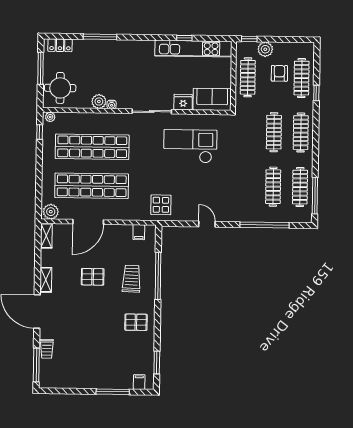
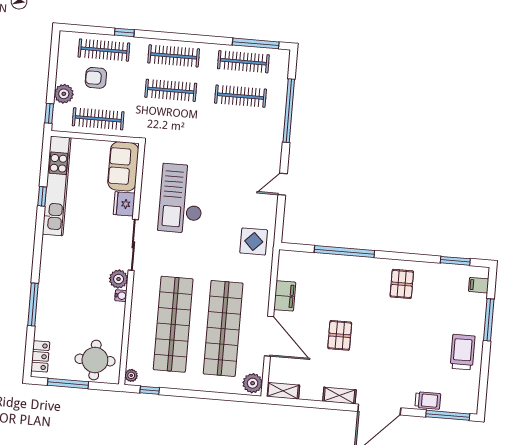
plant: (99, 102) -> (119, 279), moved
filing cabinet: (139, 232) -> (285, 296), moved, width x2.00
trolley: (131, 279) -> (463, 352), moved, turned 88

